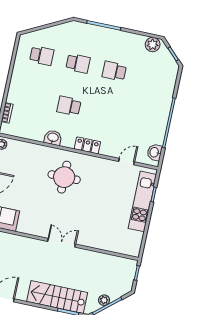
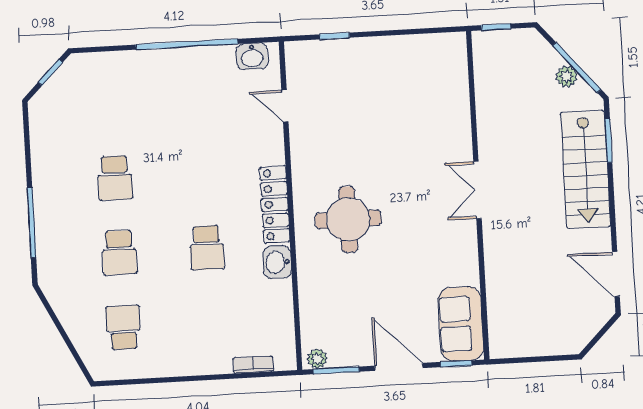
plant: (153, 45) -> (43, 117), removed
school desk: (78, 63) -> (119, 253), turned 180
locker: (87, 145) -> (275, 204), width x1.53
kitchen unit: (142, 201) -> (354, 54), removed

